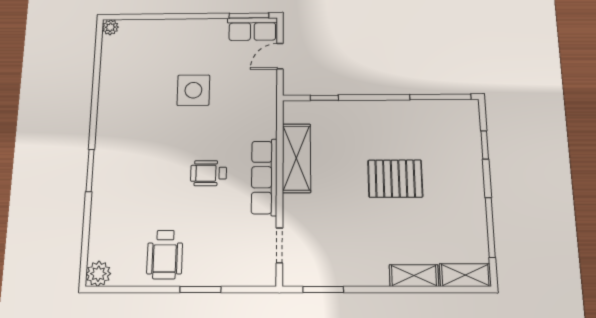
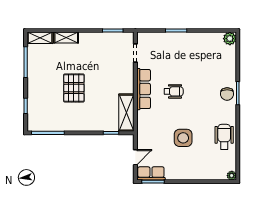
shelving: (296, 158) -> (126, 113), moved
chair: (110, 169) -> (227, 94), added
pallet: (395, 179) -> (74, 88), turned 90
wheelchair: (165, 254) -> (224, 137), moved

